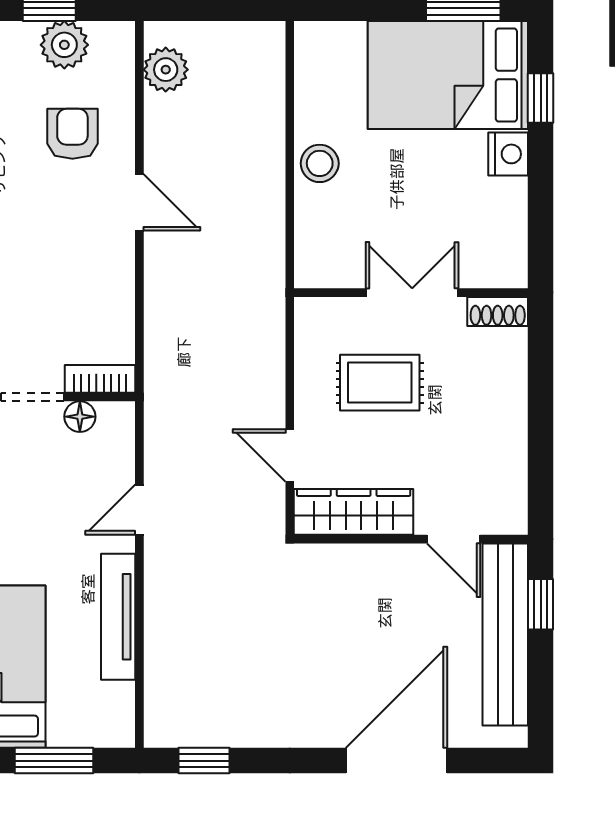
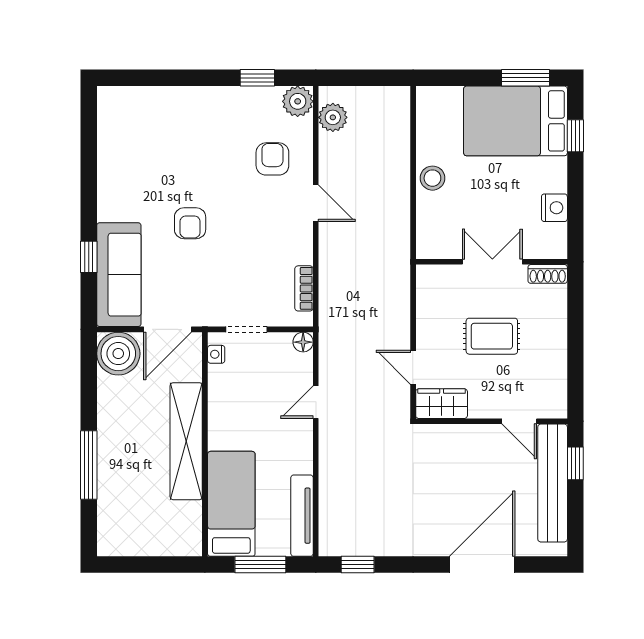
plant: (64, 45) -> (298, 101), moved
nightstand: (508, 154) -> (554, 208), moved
bookcase: (100, 379) -> (304, 288), moved, turned -90
rug: (380, 383) -> (492, 336), moved
floor lamp: (80, 417) -> (303, 342), moved
wardrobe: (354, 512) -> (442, 404), width x0.67
tv unit: (118, 617) -> (302, 516), moved

